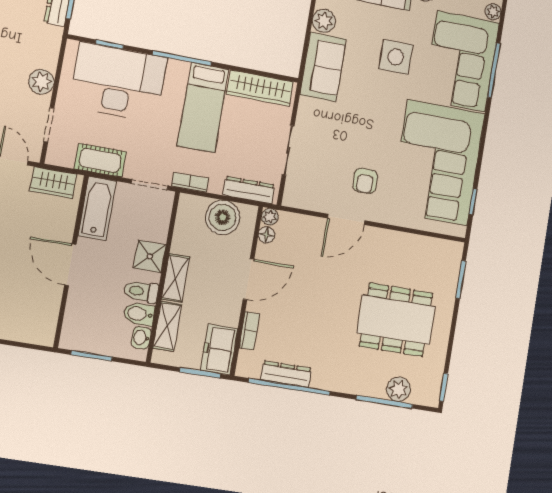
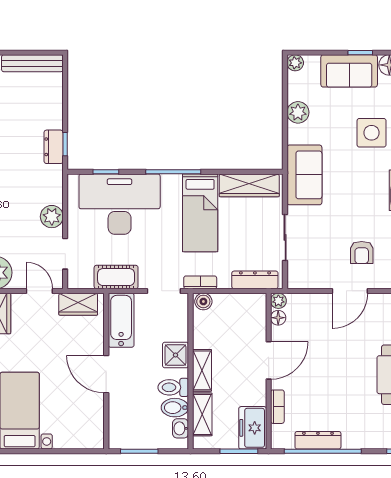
sofa: (323, 67) -> (304, 175), moved
boiler: (223, 217) -> (203, 301), moved, width x0.54, depth x0.54

